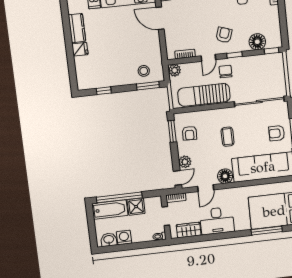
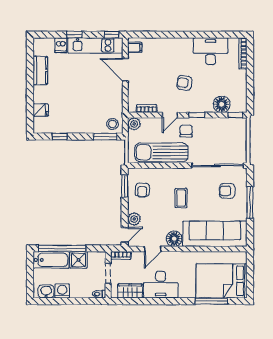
armchair: (224, 35) -> (184, 83), moved, turned -100
fridge: (80, 49) -> (41, 110), moved
stool: (144, 71) -> (113, 124), moved
armchair: (277, 133) -> (227, 191), moved

